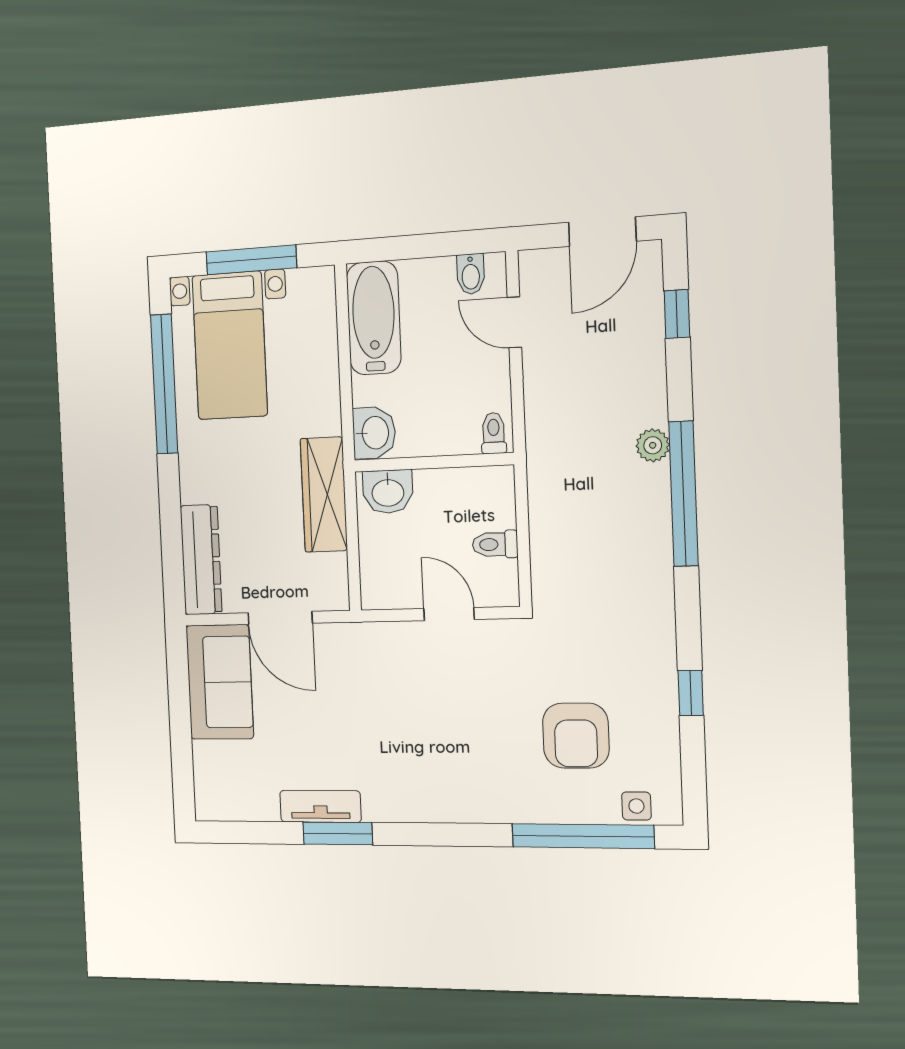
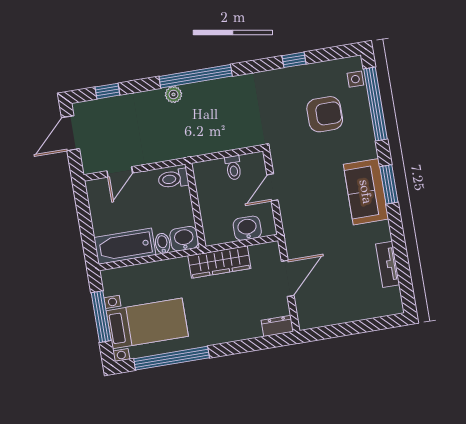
door: (602, 232) -> (70, 133), swing flipped
bidet: (471, 274) -> (163, 243), moved, turned -90
toilet: (494, 433) -> (173, 179), width x1.37, depth x1.39
washbasin: (388, 492) -> (247, 228), moved, turned -90
dresser: (201, 560) -> (277, 326), width x0.51, depth x0.80
sofa: (220, 682) -> (366, 192), moved, turned -90
tv unit: (320, 806) -> (388, 264), moved
window: (338, 833) -> (389, 184), moved

